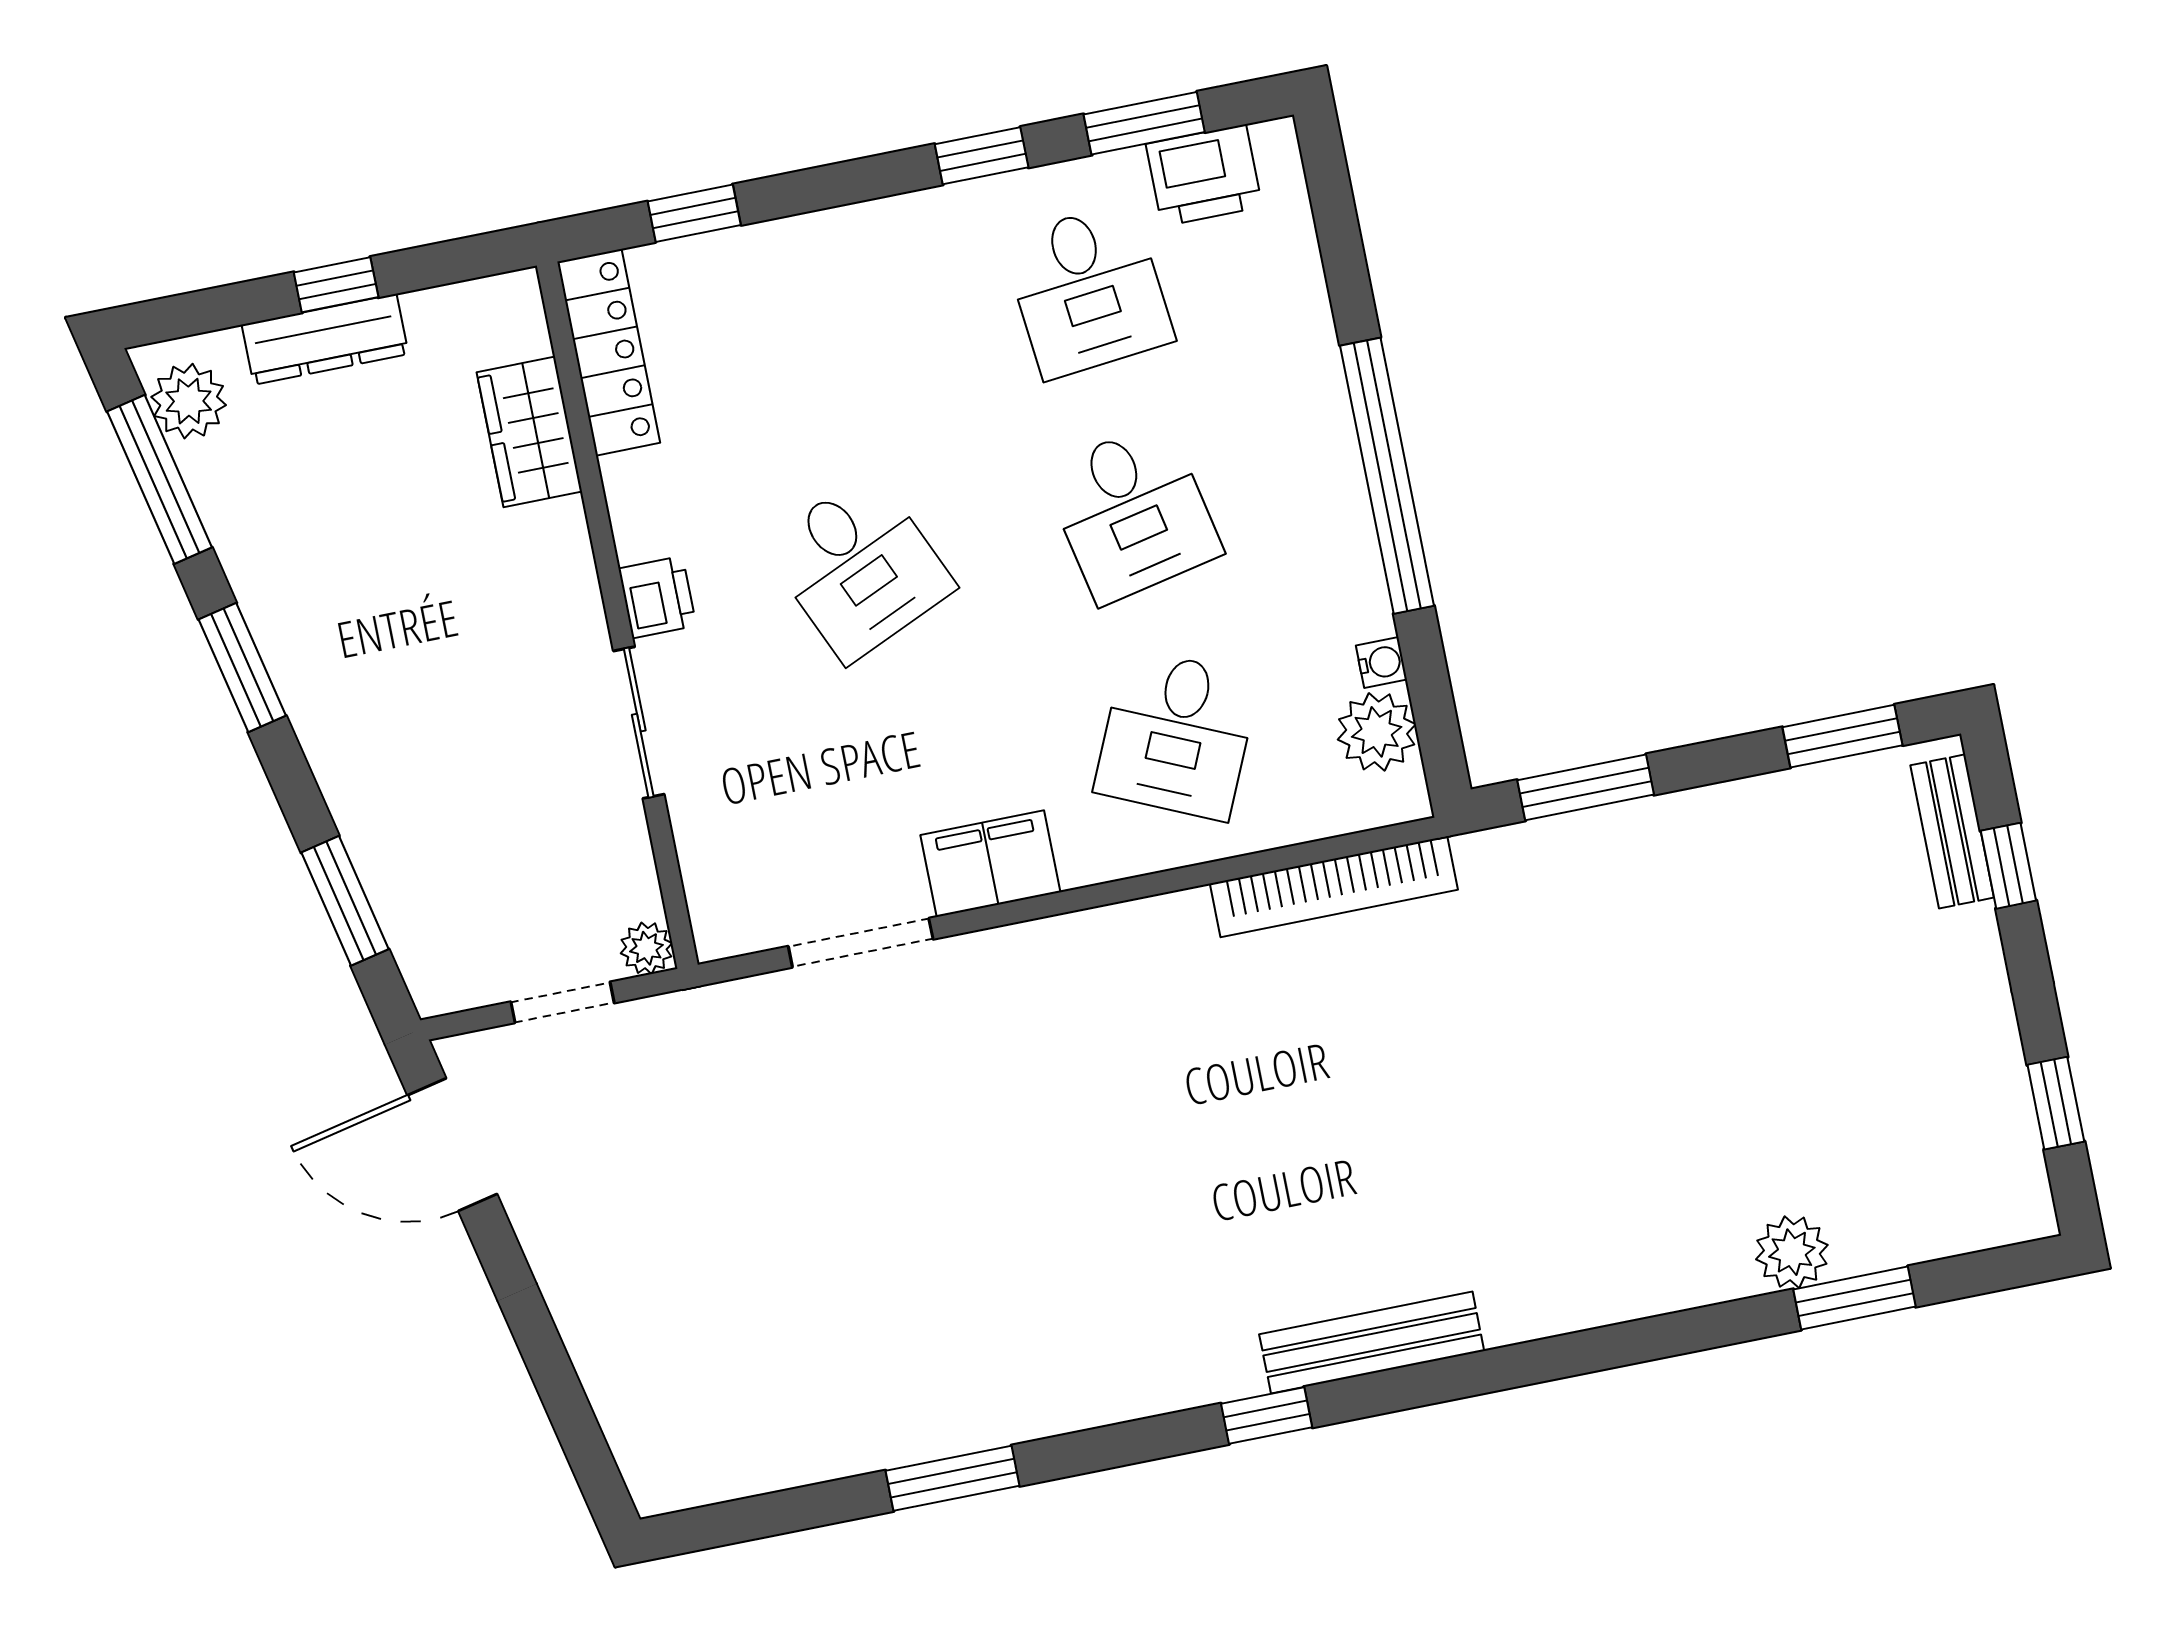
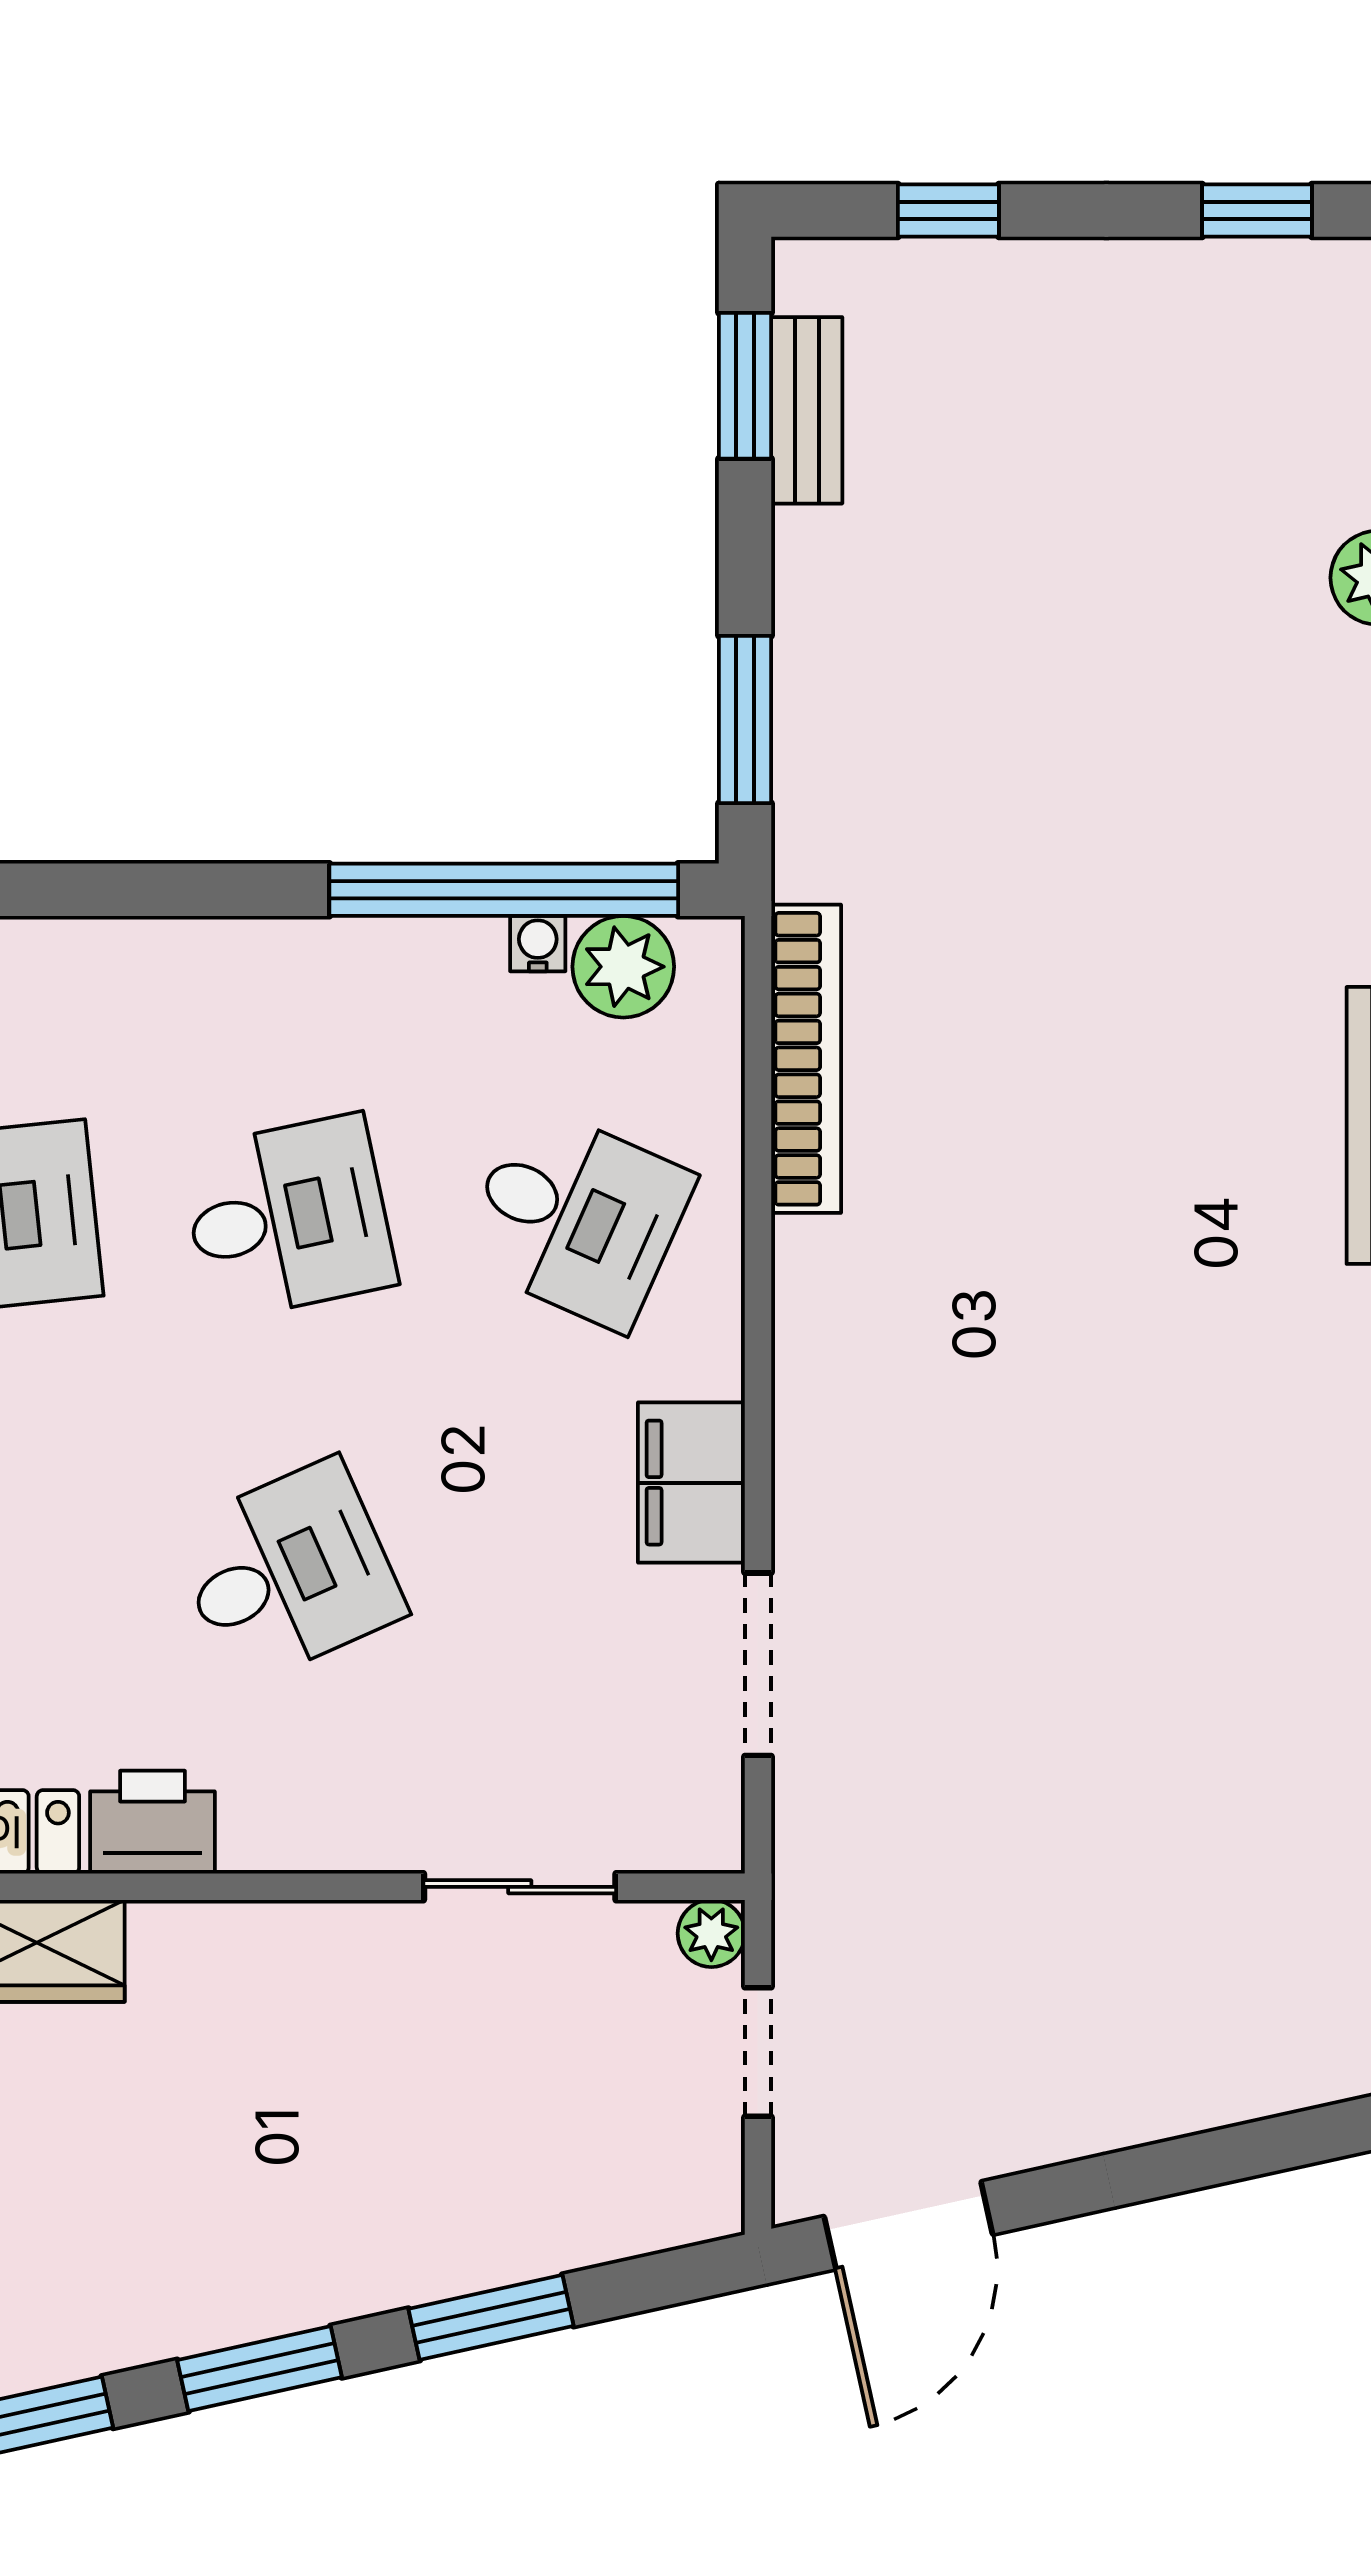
window: (1387, 476) -> (504, 890), moved
printer: (657, 597) -> (152, 1822), moved, width x1.36, depth x1.24
sliding door: (639, 723) -> (520, 1887), moved
bench: (1952, 831) -> (807, 410), moved, turned 90
window: (345, 901) -> (491, 2317), moved

